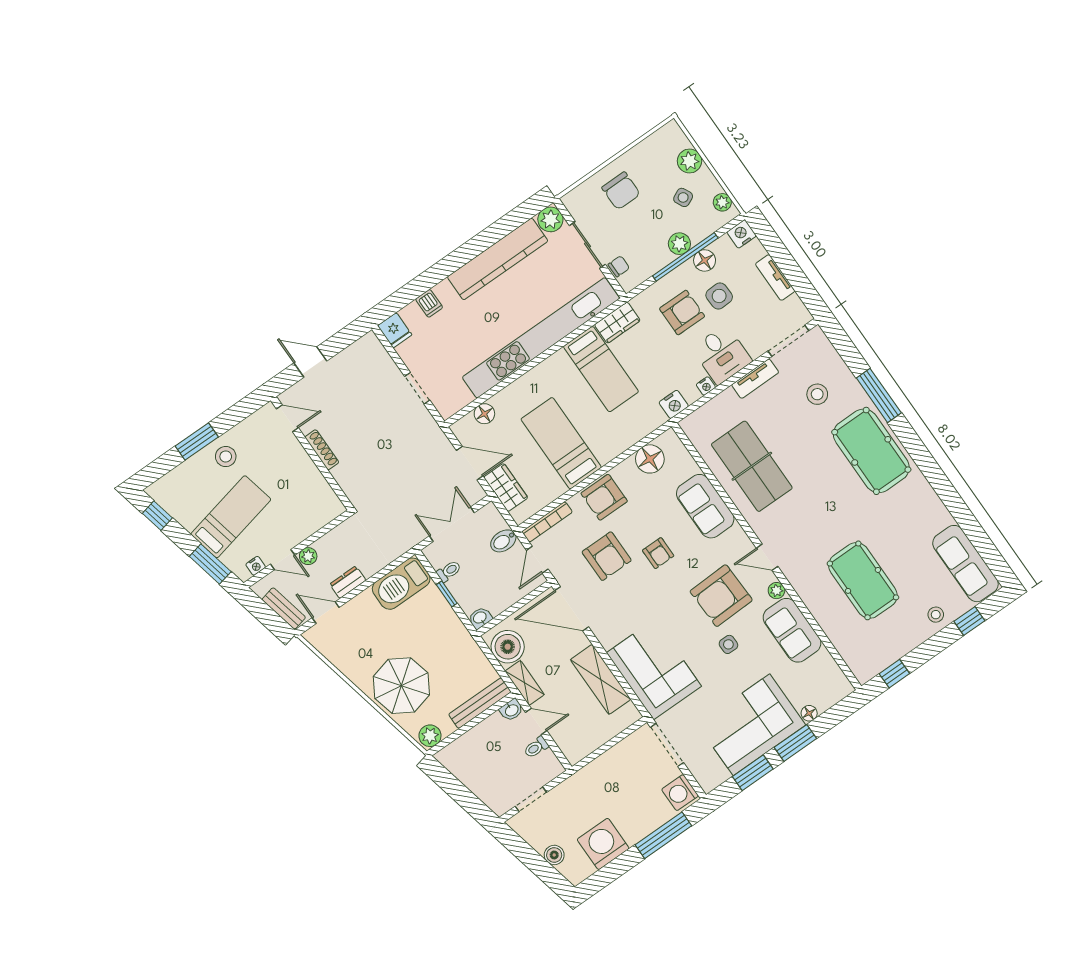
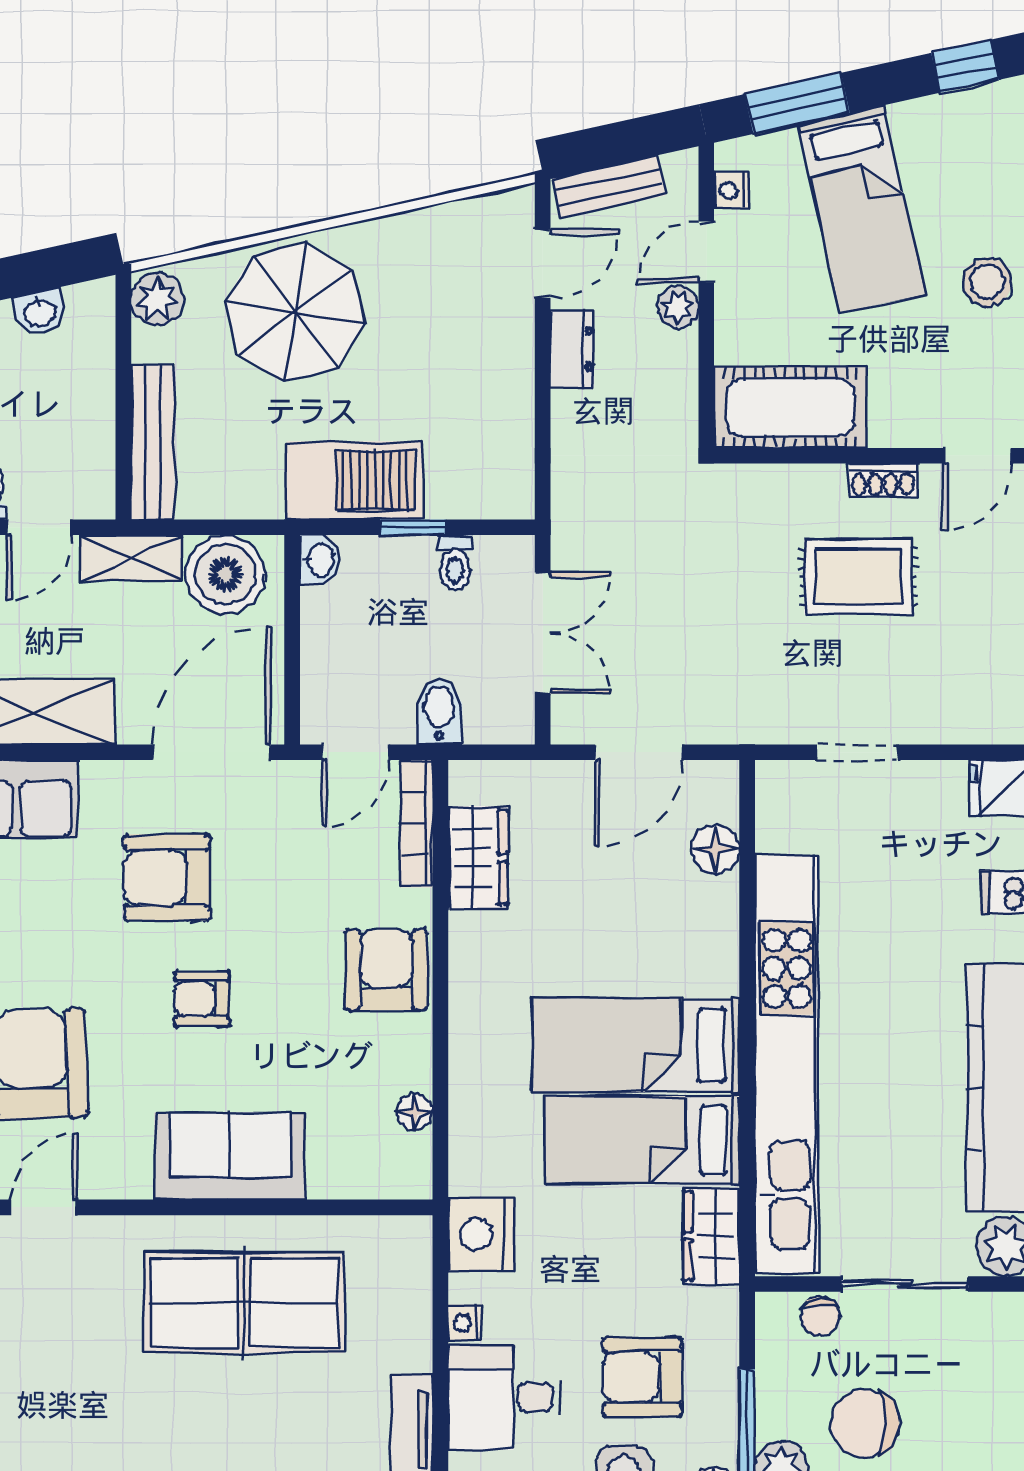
chair: (621, 191) -> (865, 1423), moved
armchair: (682, 312) -> (642, 1377), turned 90
nightstand: (674, 404) -> (481, 1234), width x1.36, depth x1.33
rug: (357, 430) -> (858, 577), added
bed: (561, 443) -> (636, 1045), moved, turned 180
shoe rack: (322, 450) -> (883, 480), width x0.70
floor lamp: (650, 459) -> (415, 1112), width x0.53, depth x0.53
wardrobe: (506, 487) -> (478, 857), moved, turned -90
cot: (316, 494) -> (790, 408), added
armchair: (607, 556) -> (167, 878), moved
door: (537, 560) -> (356, 752), swing flipped
barbecue: (401, 584) -> (355, 481), moved, turned 90
washbasin: (511, 710) -> (40, 312), moved, turned -102

